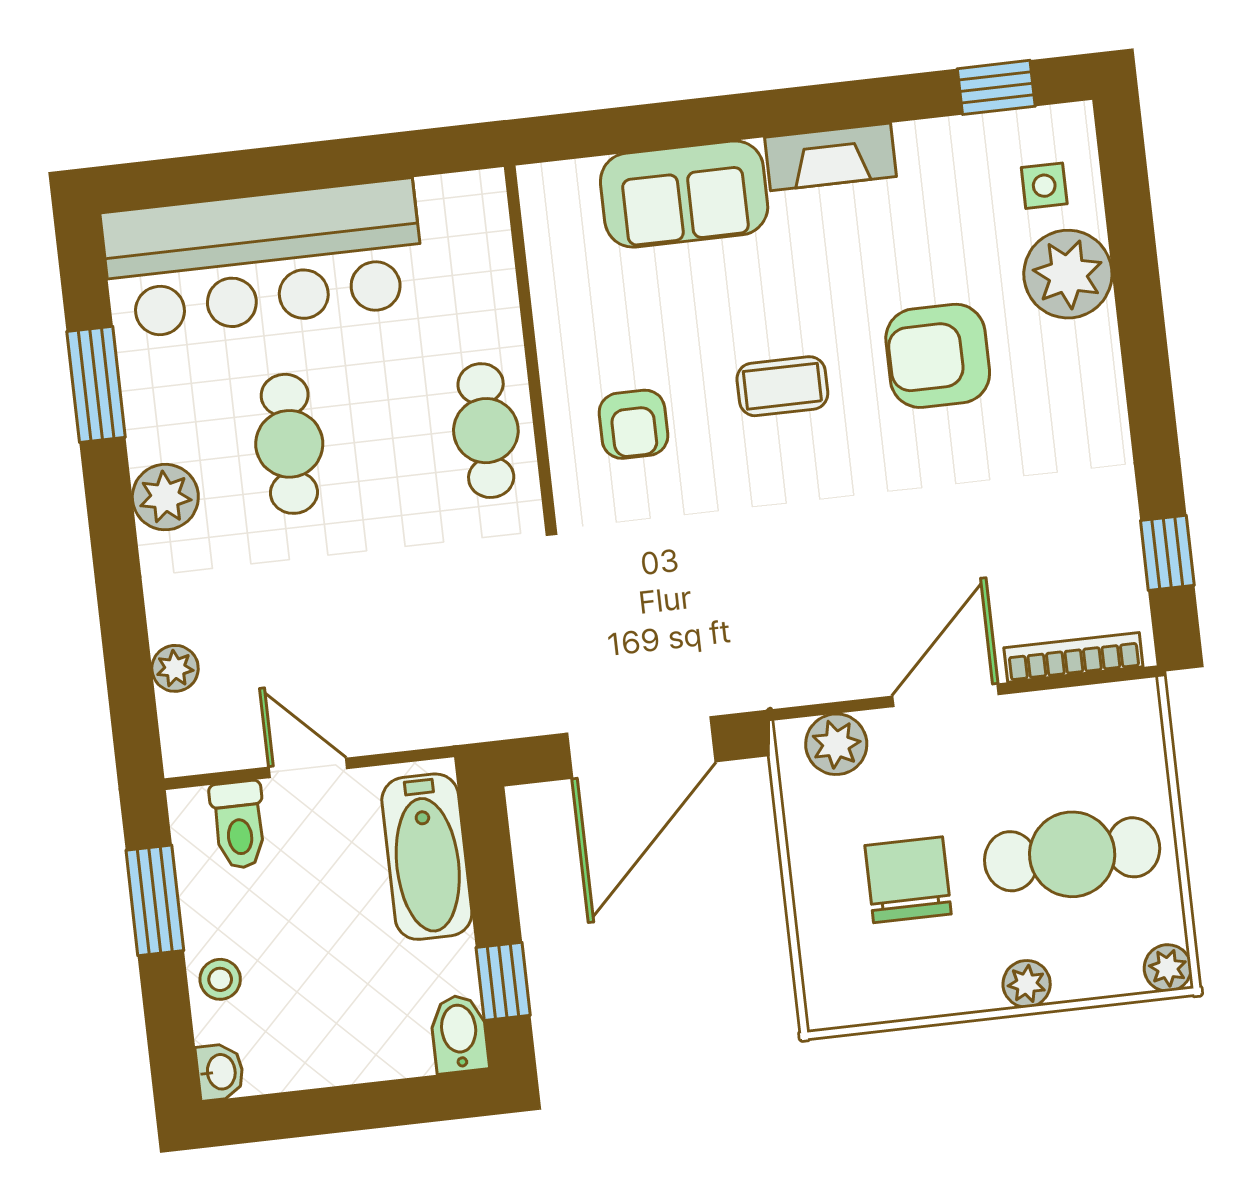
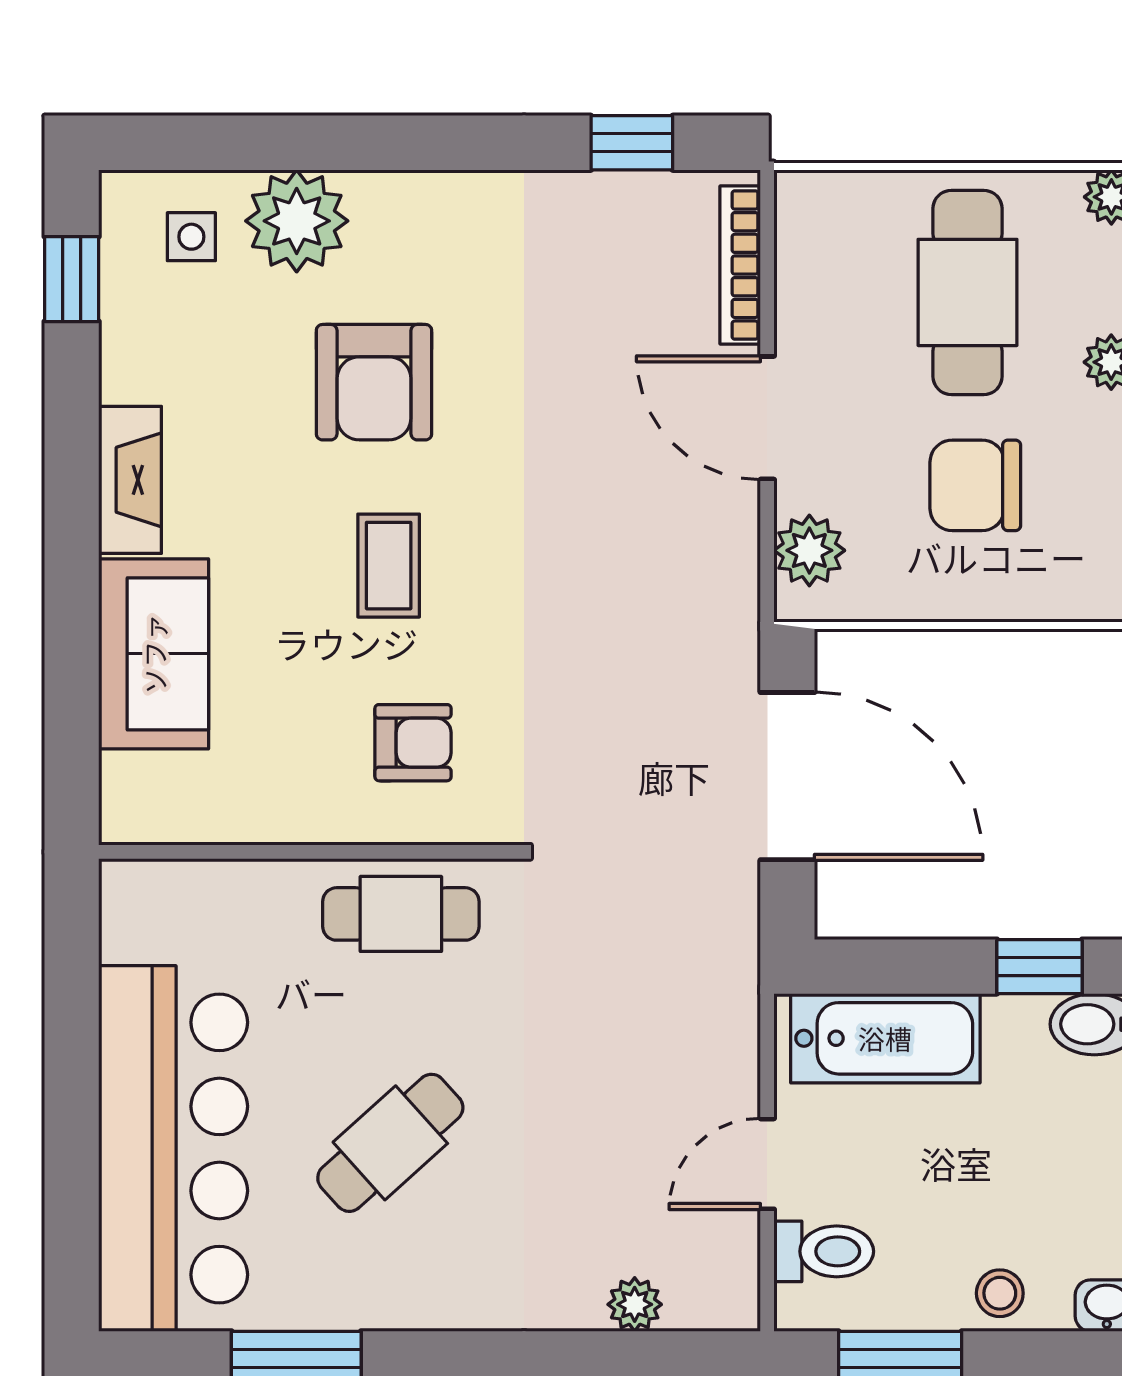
cafe table: (289, 444) -> (390, 1143), turned -43
plant: (165, 497) -> (435, 1293), removed

